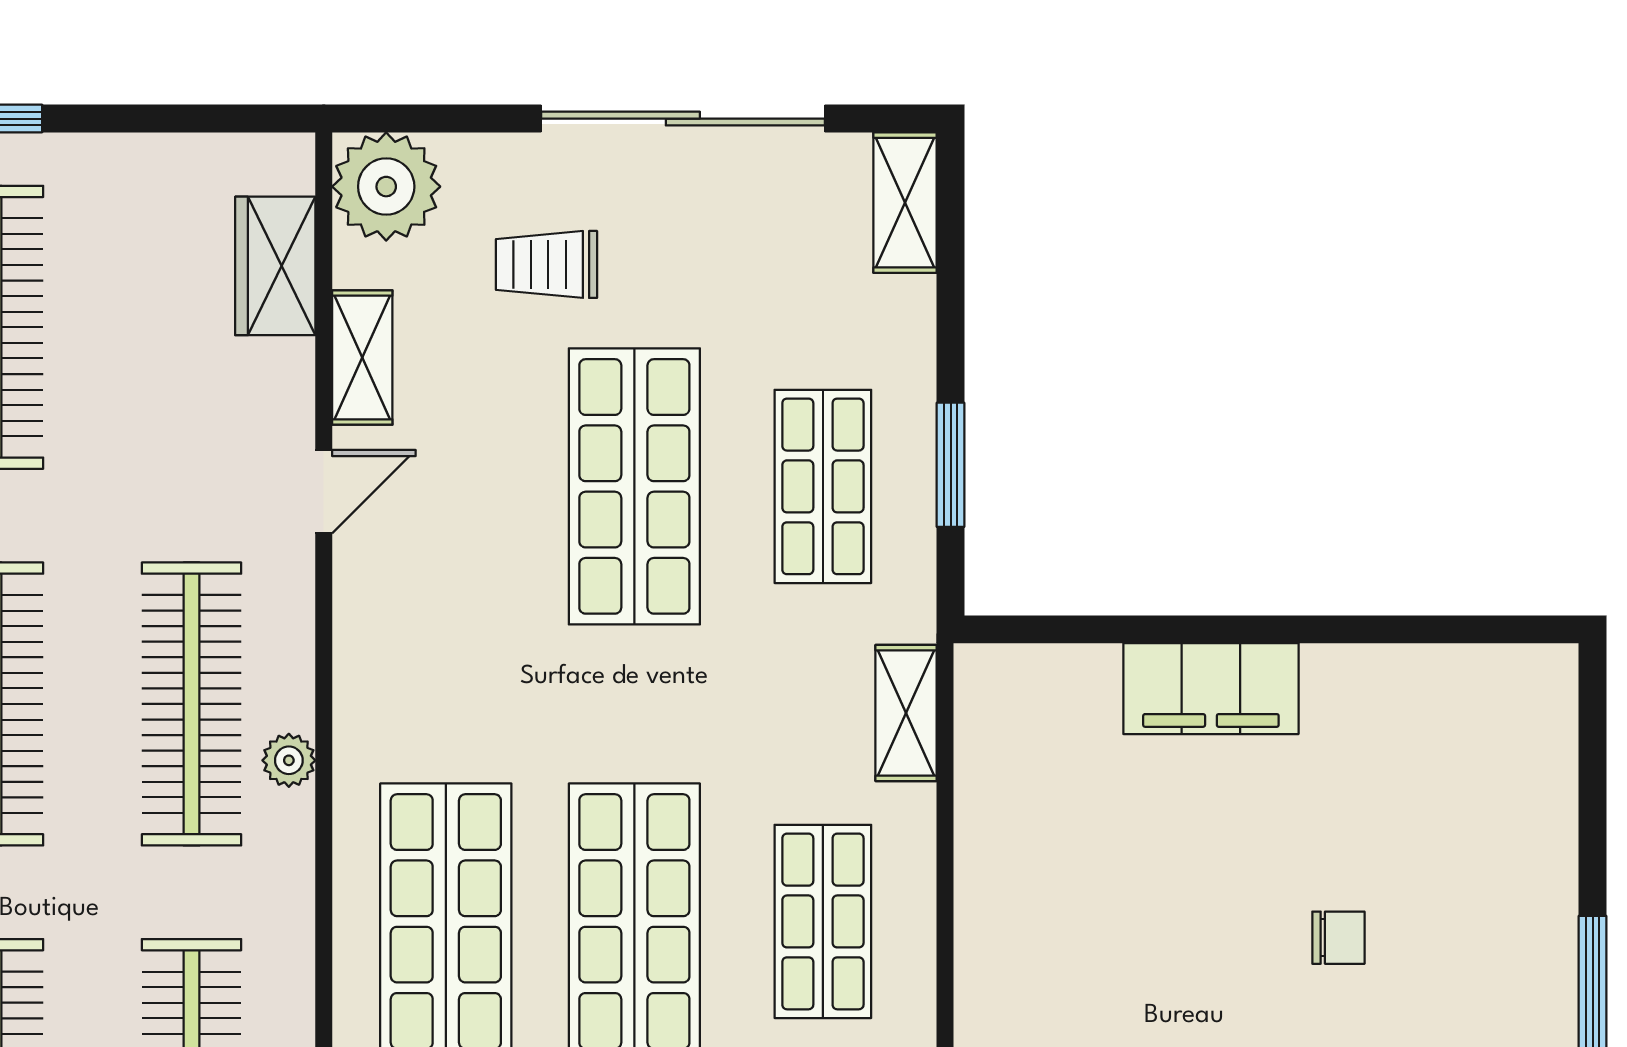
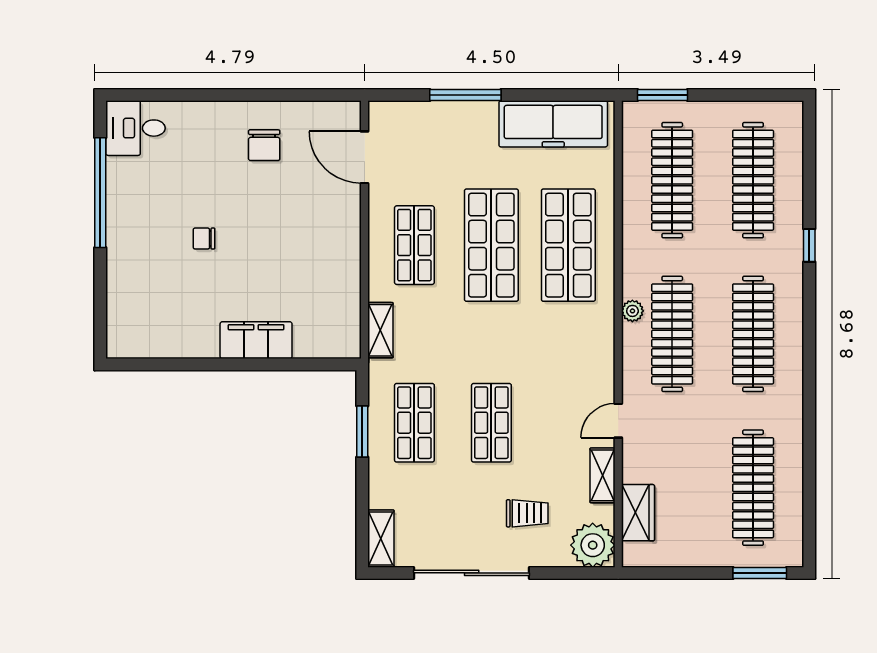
shop shelf: (634, 486) -> (491, 423), width x0.70, depth x0.74

